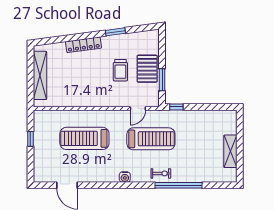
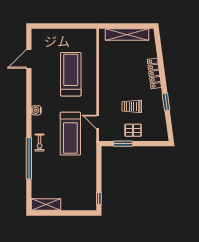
pallet: (147, 69) -> (133, 130), width x0.67, depth x0.71
window: (176, 107) -> (99, 198), moved
window: (30, 139) -> (70, 26), removed
shelving: (230, 151) -> (46, 205), moved

